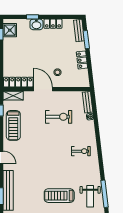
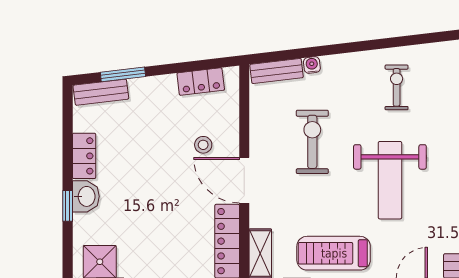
locker: (82, 60) -> (201, 82), moved
door: (43, 89) -> (244, 180), hinge flipped
treadmill: (13, 125) -> (334, 253), turned 180
weight bench: (43, 148) -> (390, 180), added

